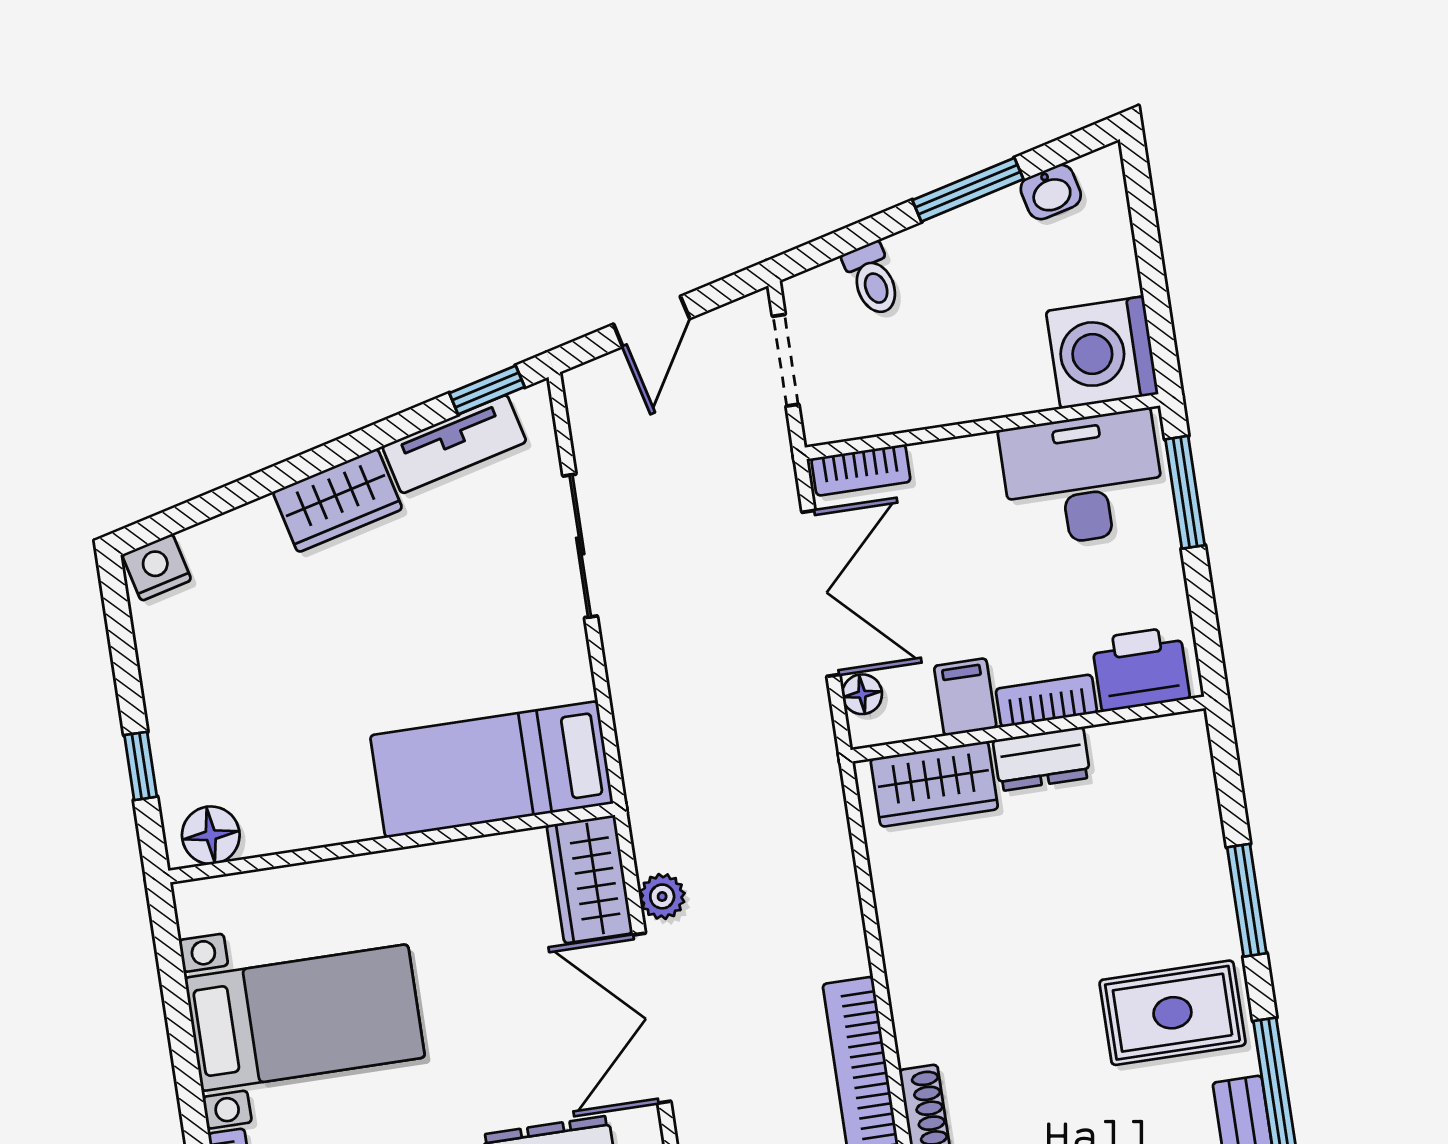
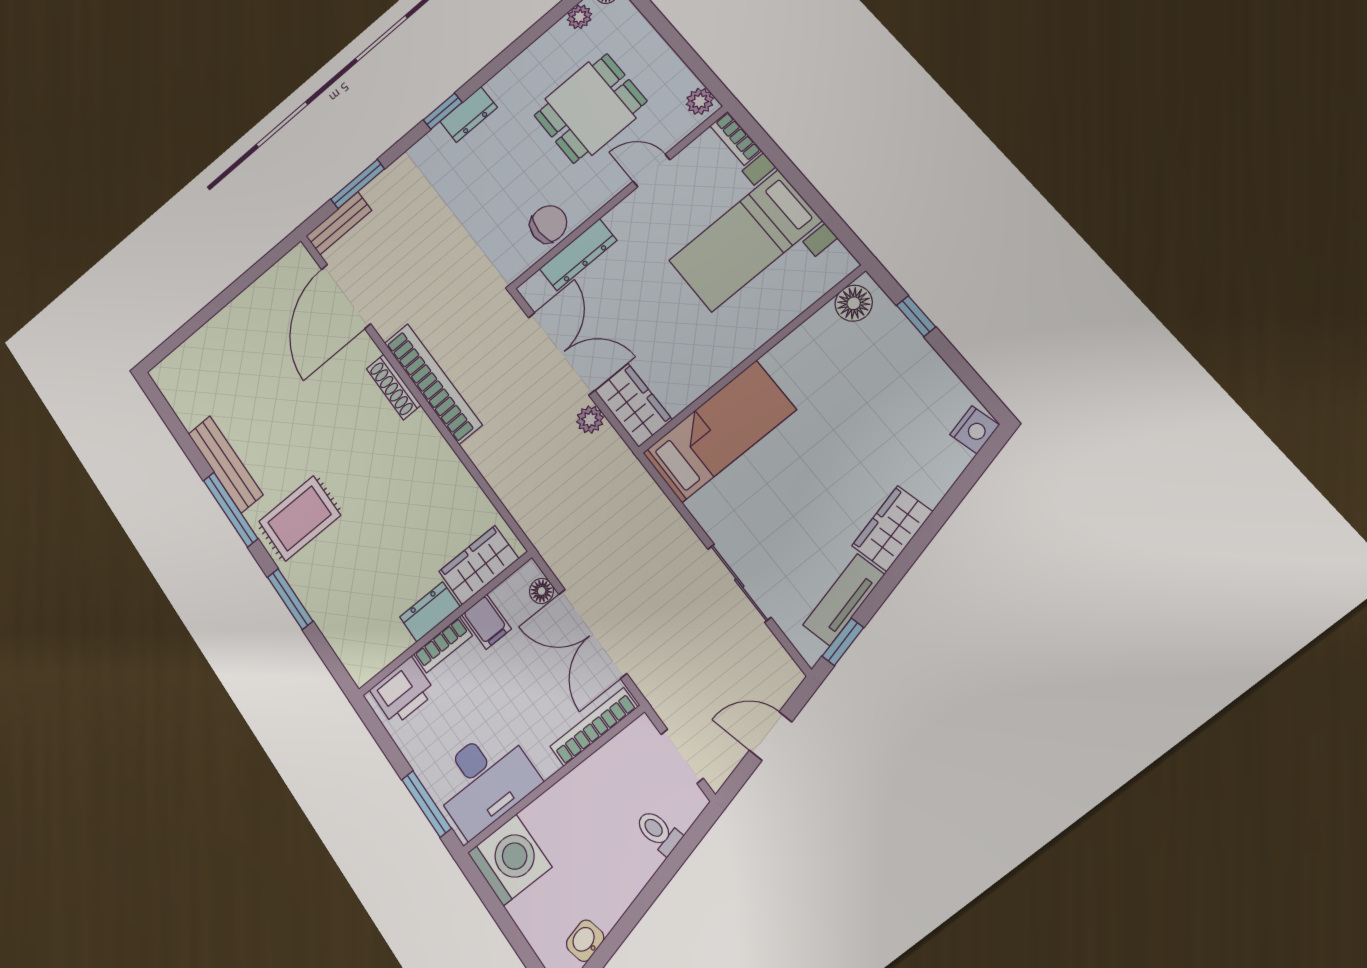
window: (968, 190) -> (632, 916), removed
door: (652, 321) -> (771, 736), hinge flipped
bookcase: (861, 470) -> (594, 727), width x1.56

